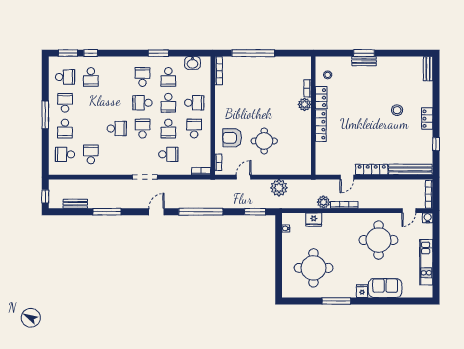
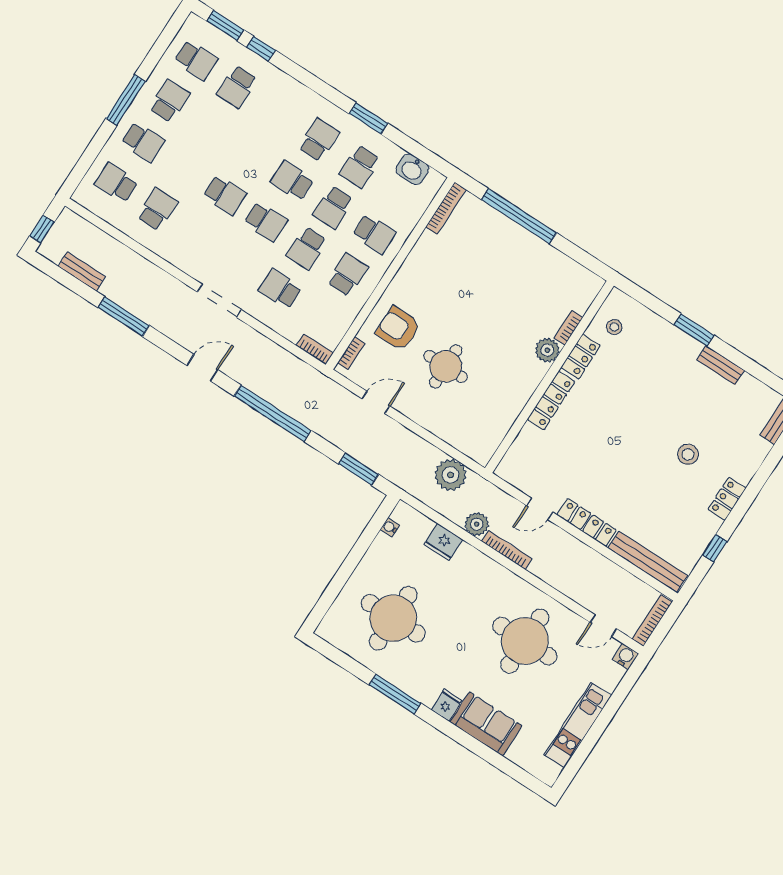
bench: (364, 61) -> (721, 365), moved
school desk: (65, 129) -> (143, 142), turned -90
school desk: (142, 129) -> (266, 222), turned 90
school desk: (168, 154) -> (280, 289), turned 180
plant: (279, 188) -> (450, 475), moved

